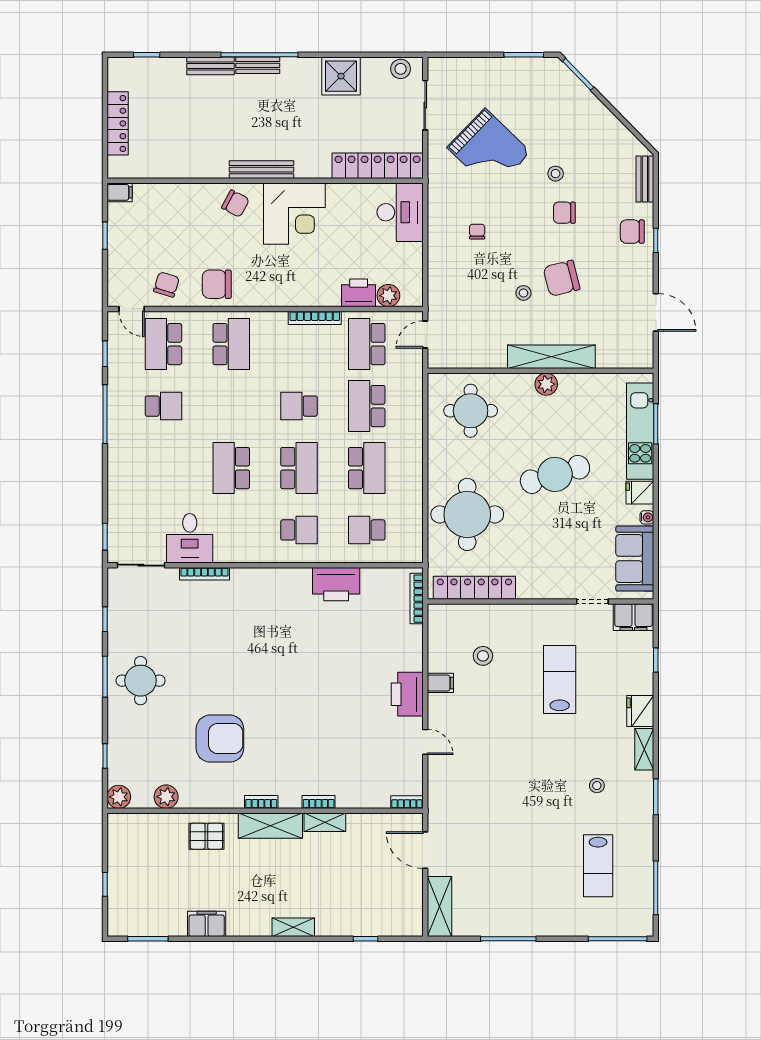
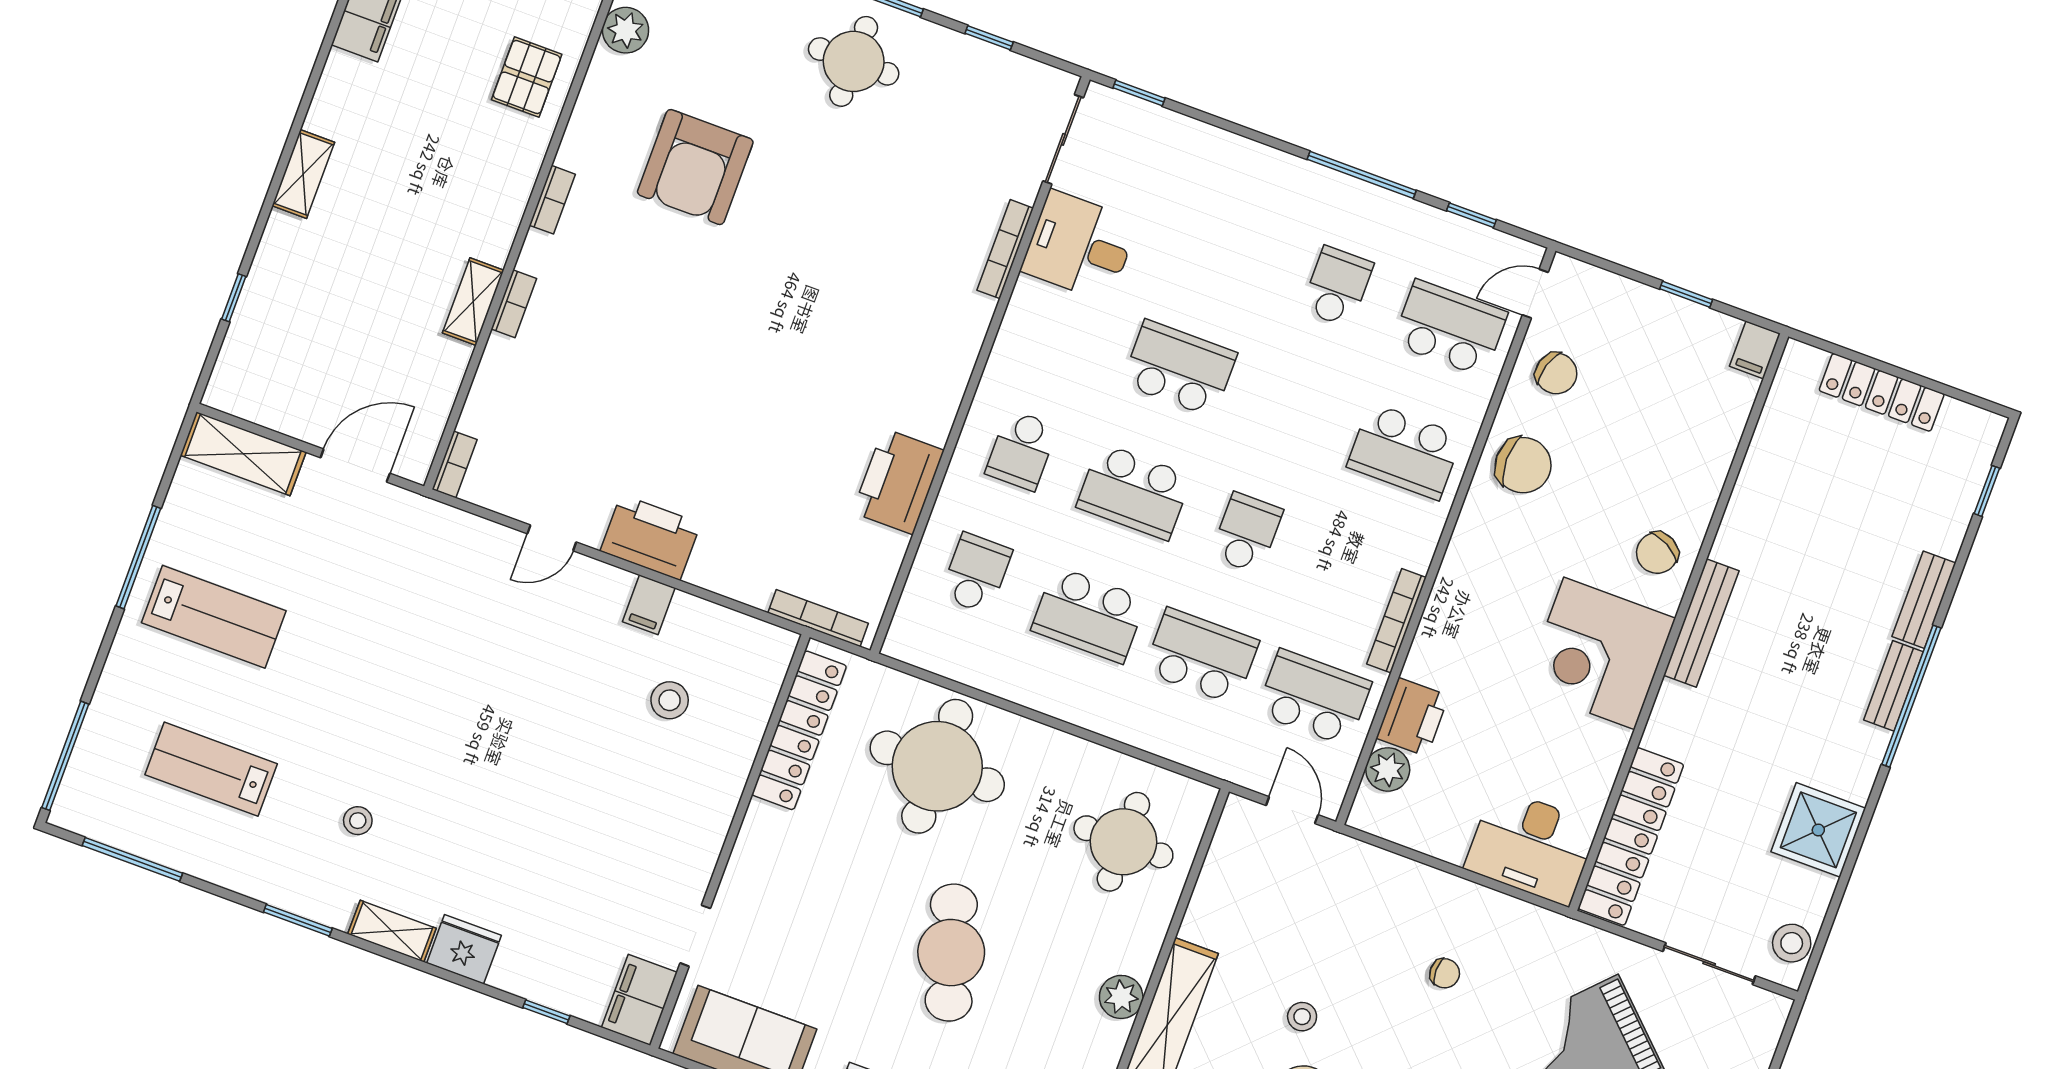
chair: (217, 284) -> (1523, 465), turned 90
school desk: (163, 406) -> (1337, 287), turned 180
lab bench: (560, 679) -> (214, 617), moved
shelving: (270, 826) -> (503, 200), removed

